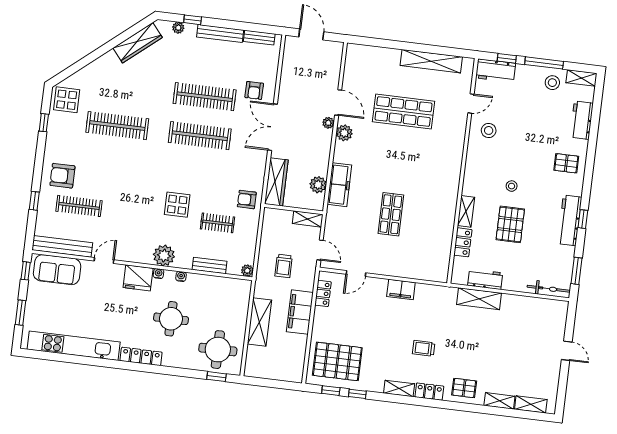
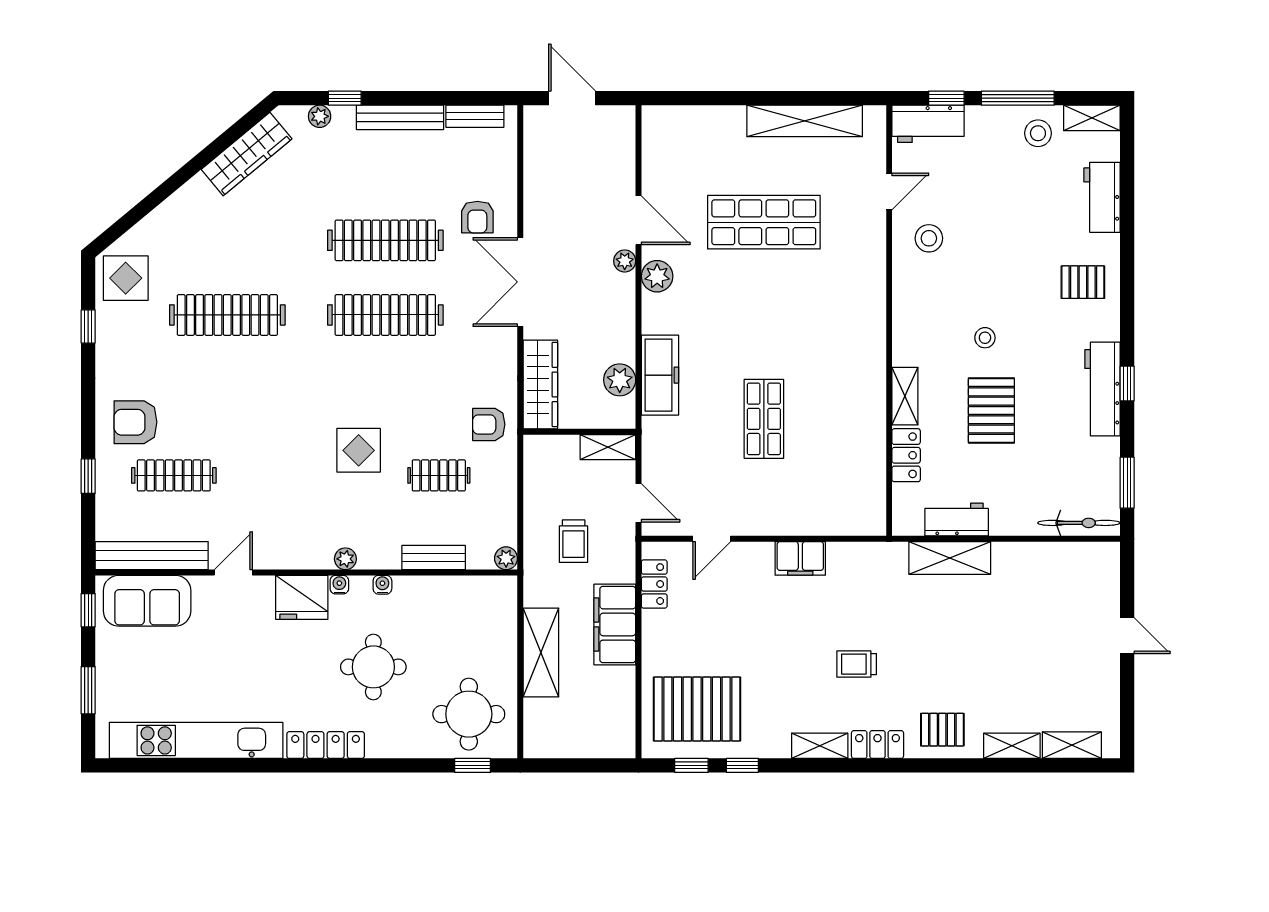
plant: (164, 255) -> (345, 559), width x0.53, depth x0.53

